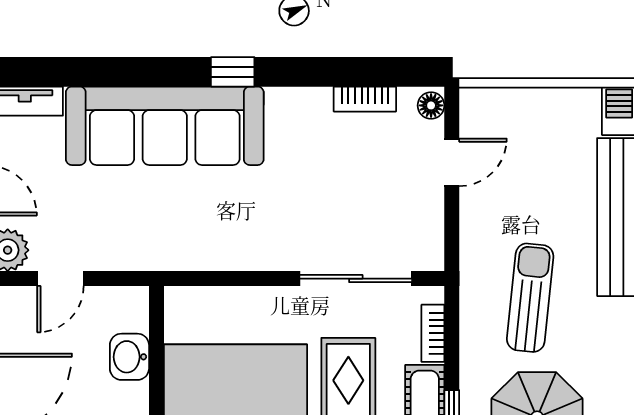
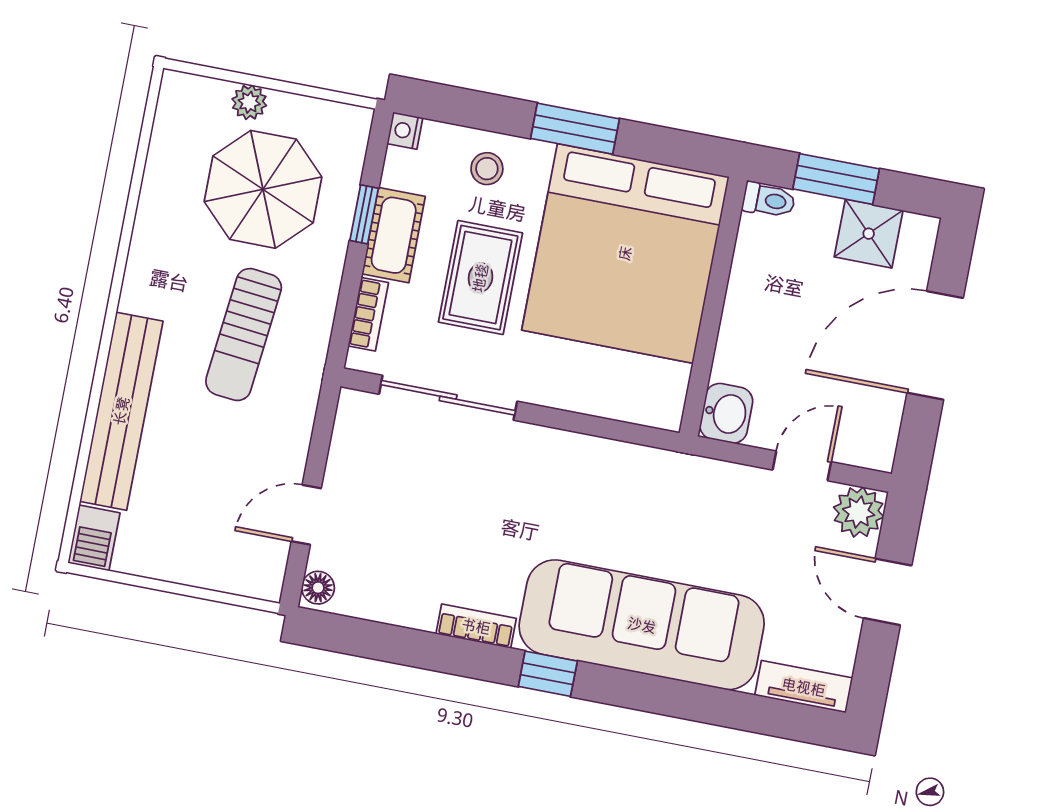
bookcase: (365, 99) -> (476, 626), moved
washbasin: (129, 357) -> (726, 413), moved

